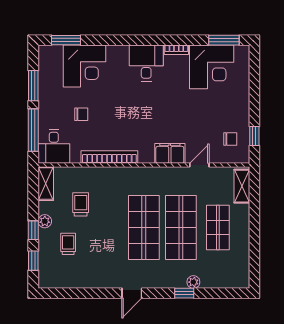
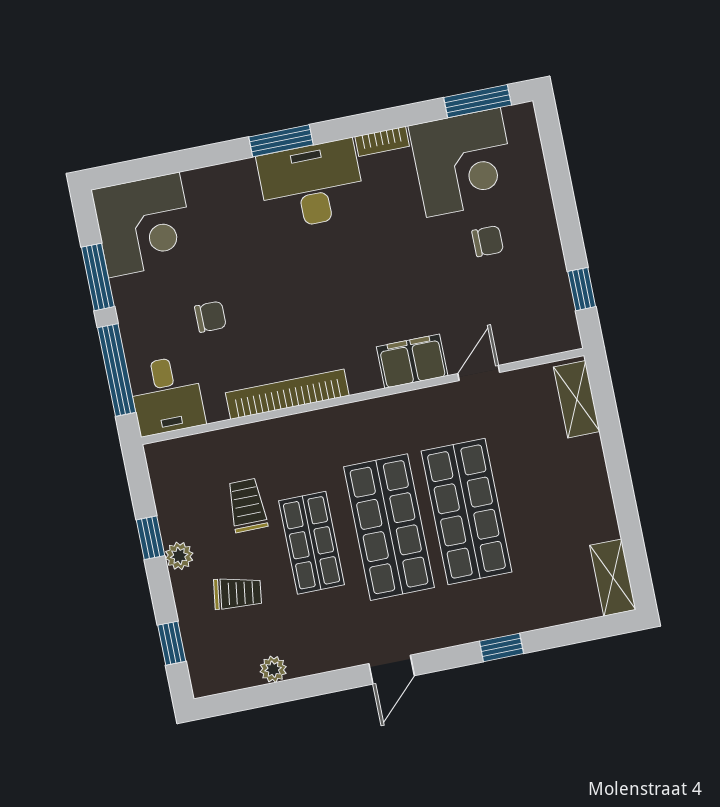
window: (66, 40) -> (281, 141), moved
desk: (146, 63) -> (311, 185), width x1.37
corner desk: (85, 66) -> (144, 225), moved
chair: (230, 139) -> (488, 241), moved
shelving: (46, 184) -> (613, 578), moved
shop shelf: (218, 227) -> (312, 543), moved
window: (33, 230) -> (150, 538), moved
trolley: (68, 244) -> (238, 593), turned 98
plant: (193, 282) -> (273, 669), moved

